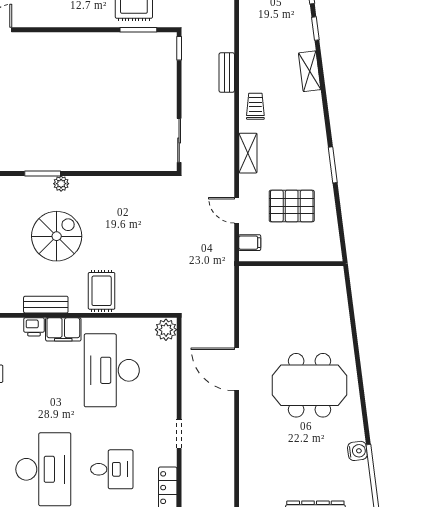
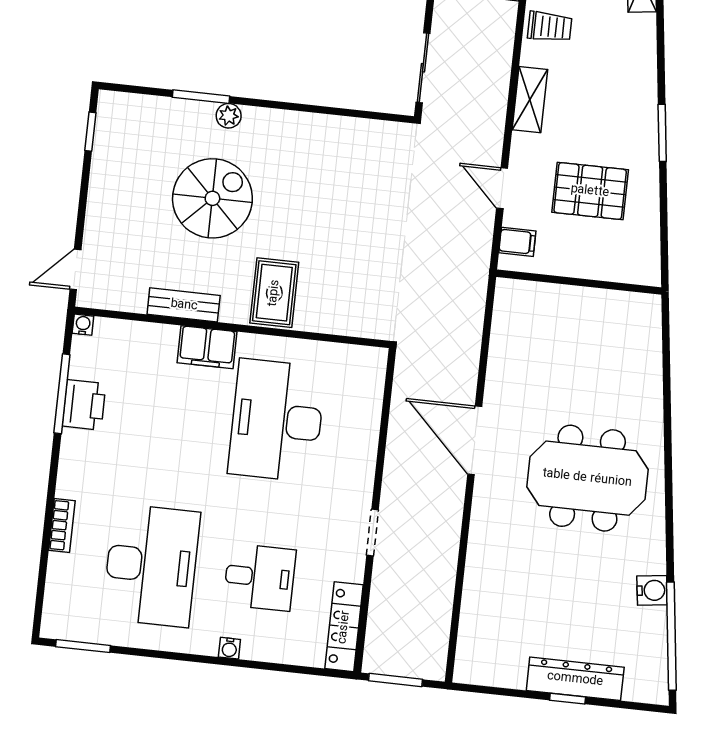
trolley: (255, 106) -> (550, 27), turned 90
printer: (34, 327) -> (161, 338), removed
plant: (166, 330) -> (370, 365), removed

